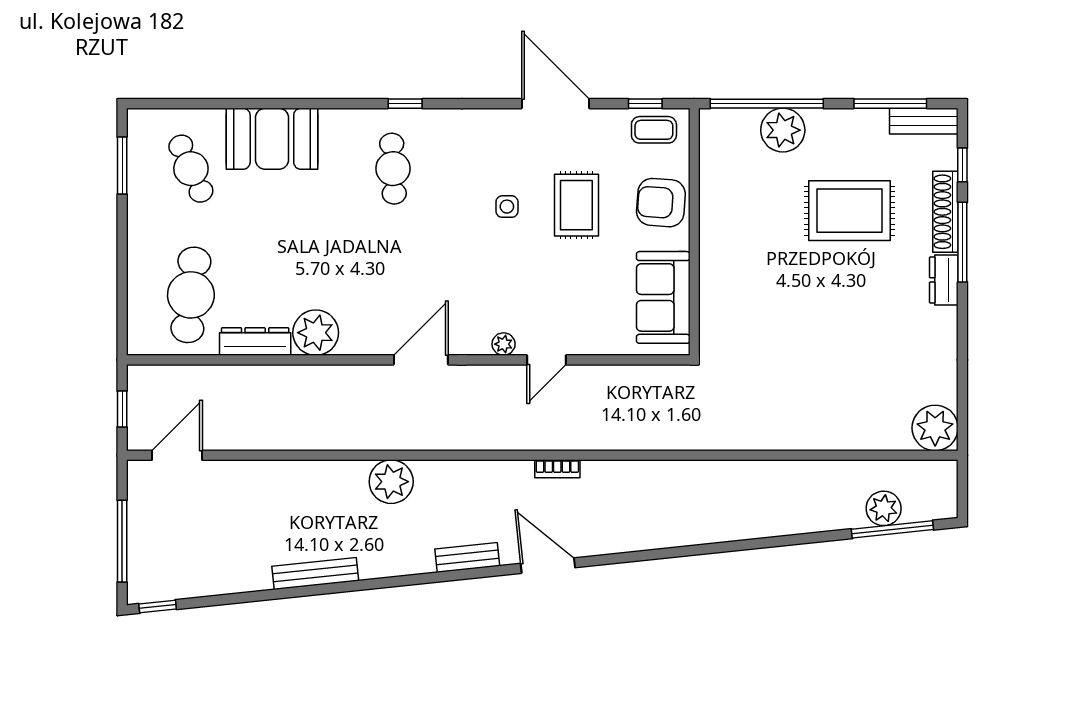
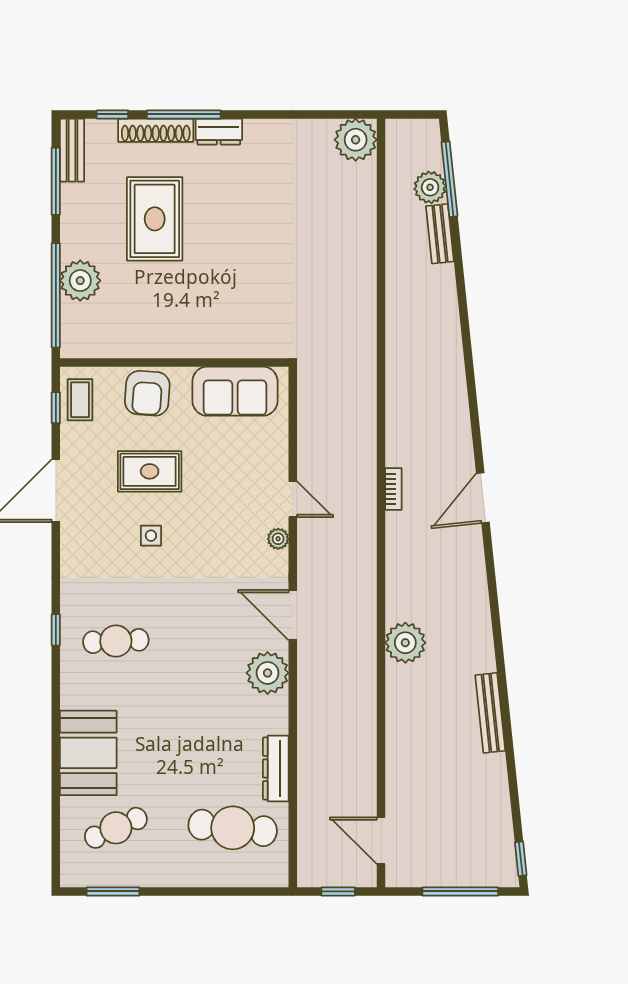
plant: (316, 333) -> (268, 673), moved
bench: (467, 557) -> (440, 234), moved

